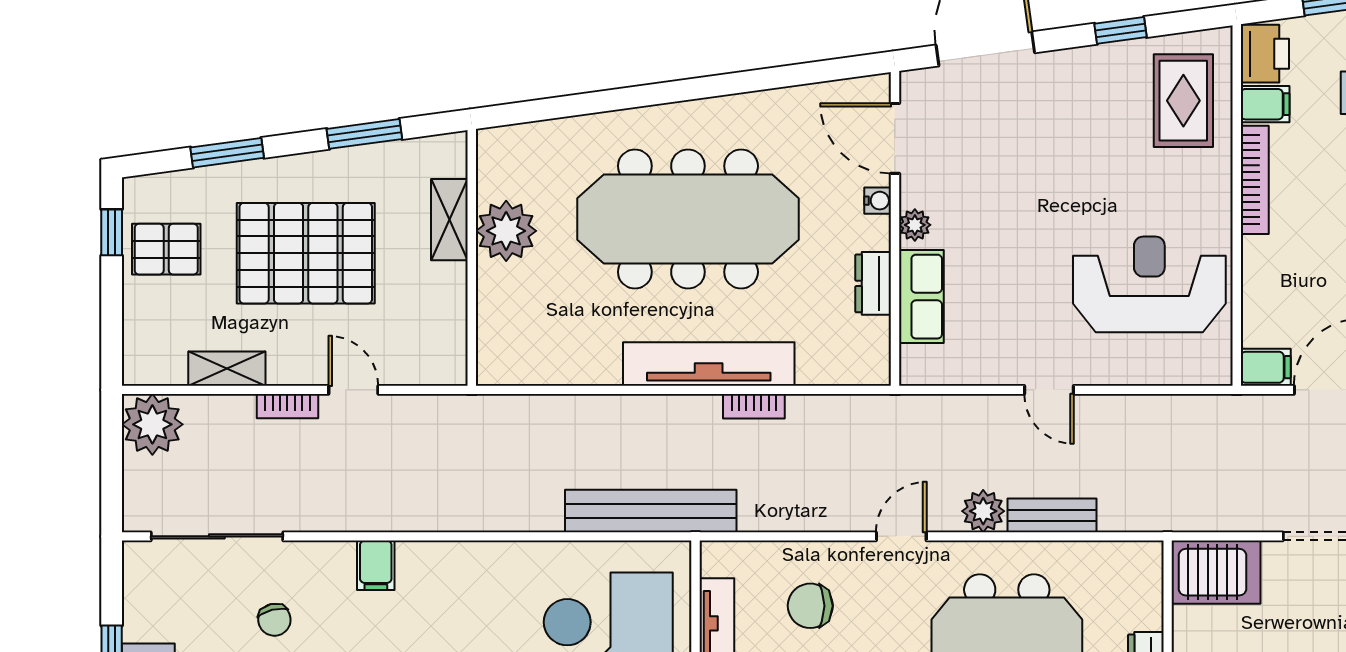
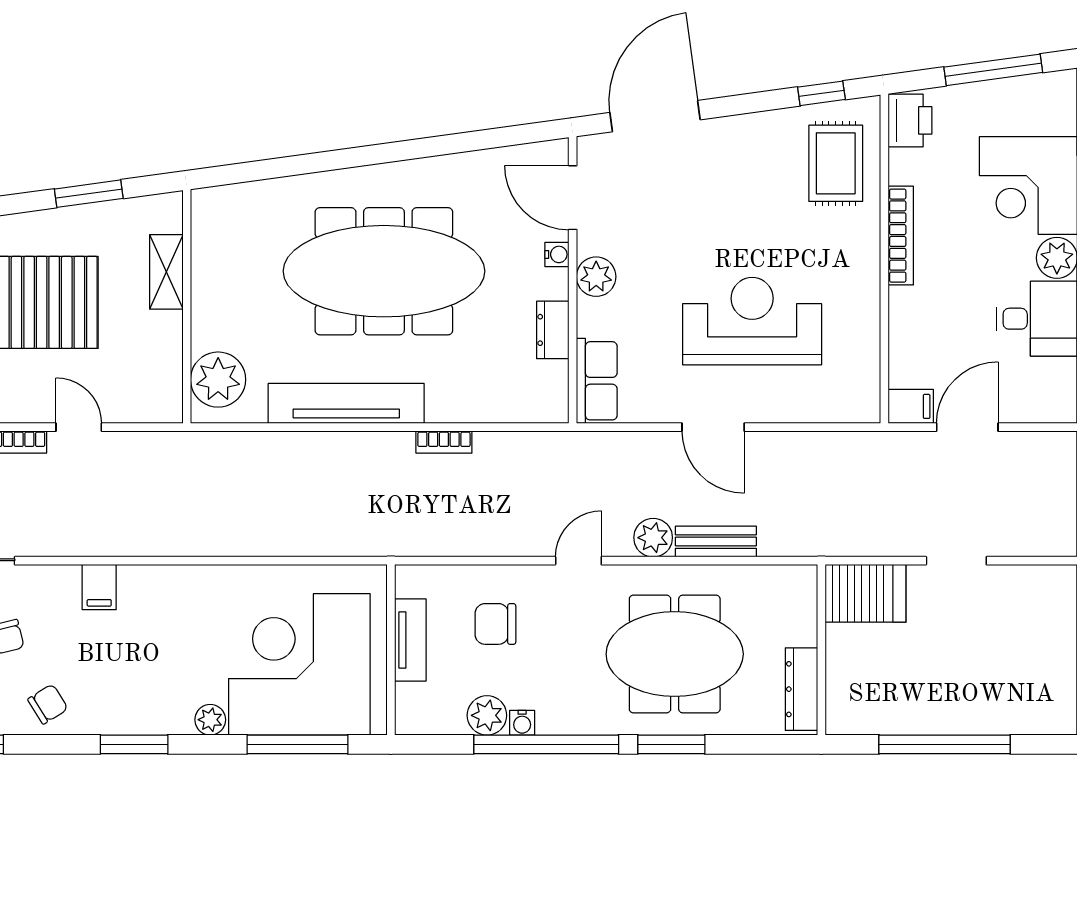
window: (1120, 30) -> (821, 93), moved
filing cabinet: (1265, 104) -> (910, 167), removed
plant: (915, 225) -> (596, 277), width x1.38, depth x1.38
plant: (506, 231) -> (218, 380), moved
reception desk: (1149, 284) -> (752, 321), moved
row of seats: (921, 297) -> (597, 381), moved
tv unit: (709, 364) -> (346, 403), moved
door: (1049, 390) -> (713, 427), width x1.38
bench: (651, 511) -> (350, 538), removed

